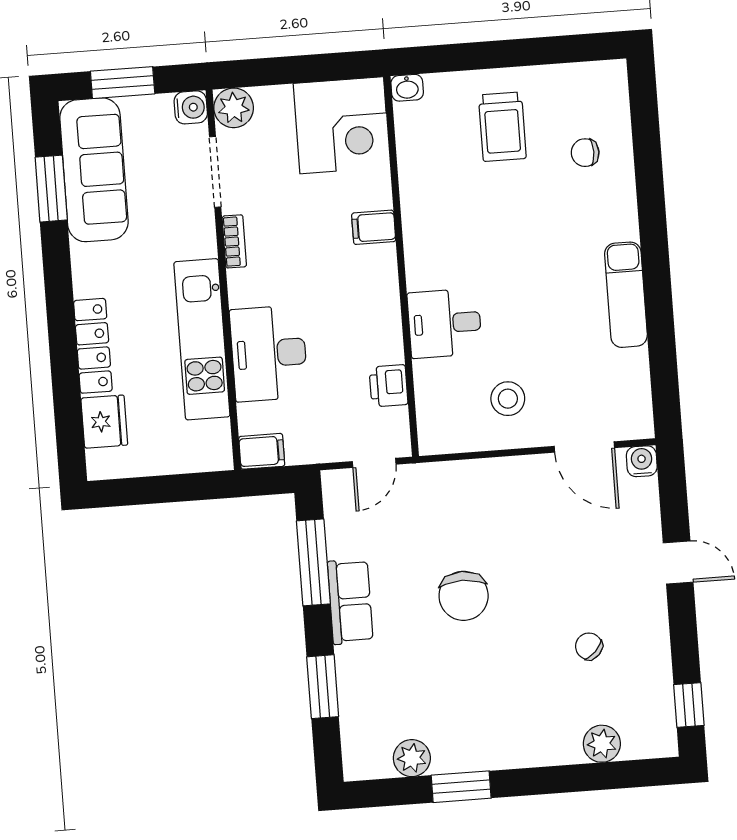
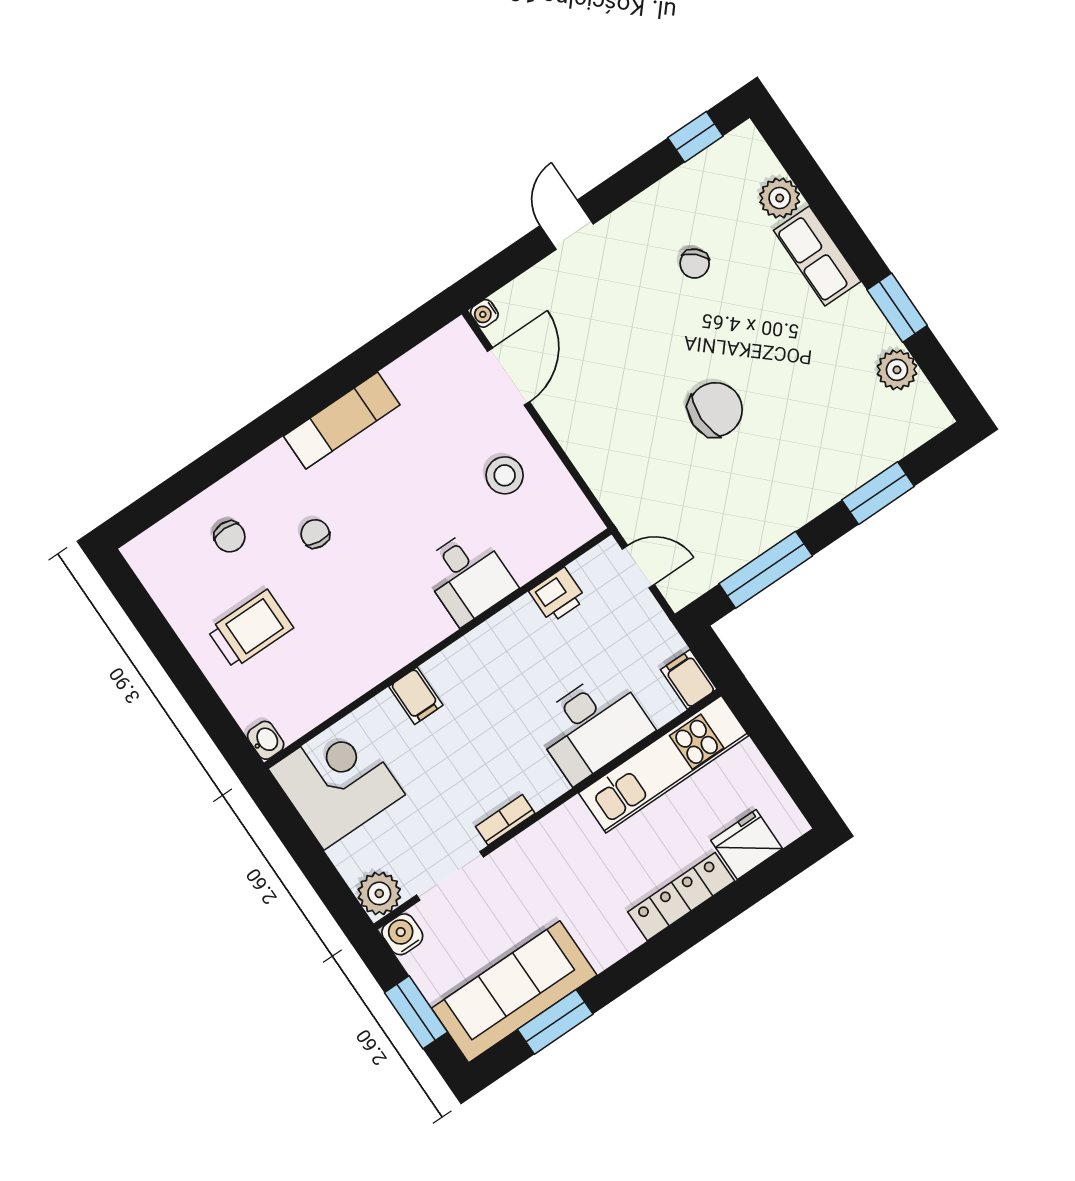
chair: (548, 222) -> (315, 534), added
kitchen unit: (202, 339) -> (664, 764), moved
water cooler: (642, 461) -> (484, 313), width x0.72, depth x0.72
row of seats: (350, 602) -> (817, 256), moved, turned -90

